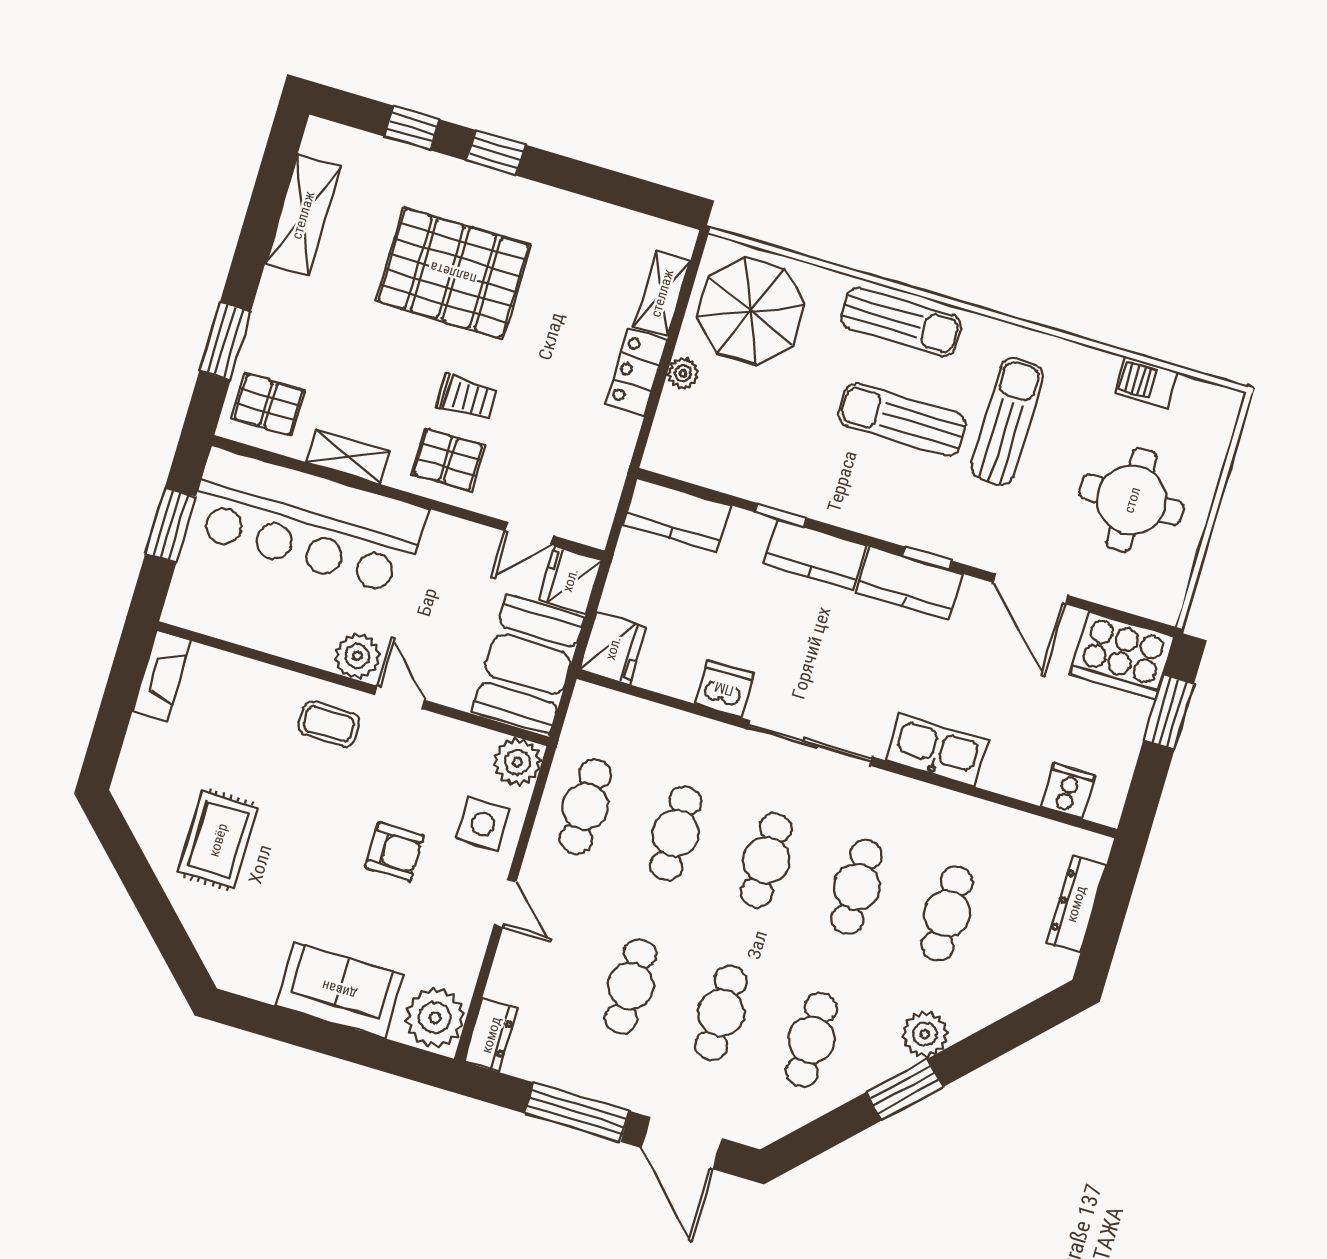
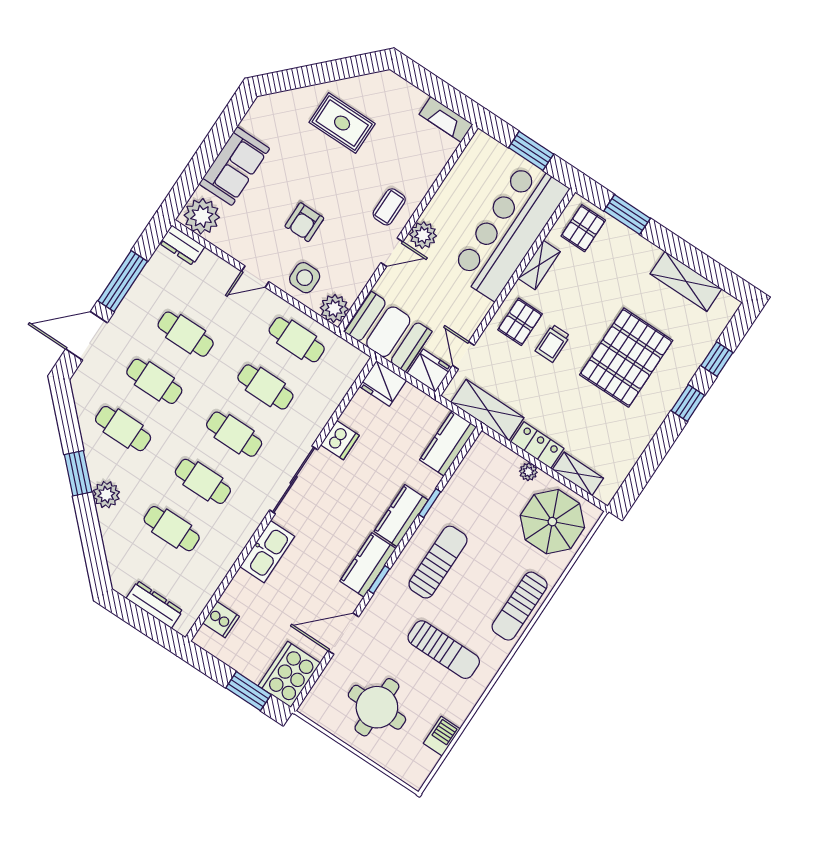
sun lounger: (902, 420) -> (438, 562), moved
shelving: (605, 469) -> (487, 410), added

